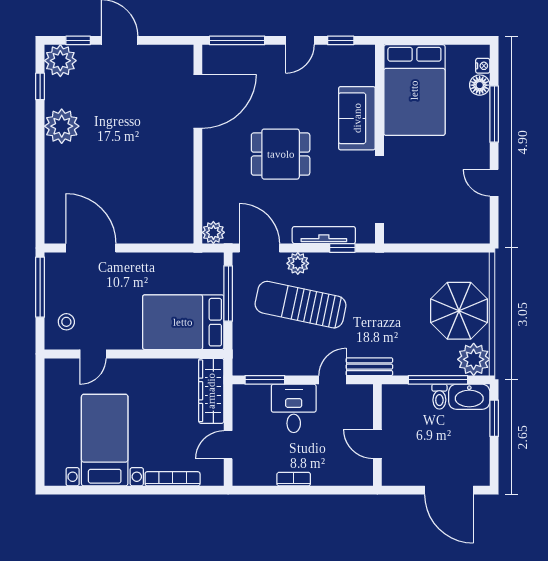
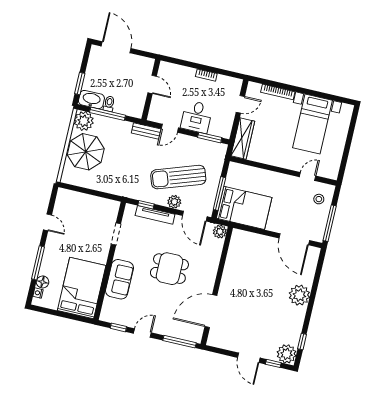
plant: (62, 126) -> (299, 295), moved
doorway: (380, 190) -> (116, 234), width x0.53
sun lounger: (301, 305) -> (178, 177), turned 149
bed: (183, 322) -> (244, 208), moved

